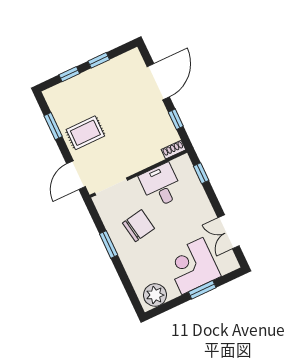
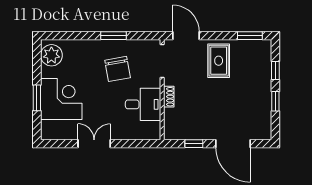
window: (53, 126) -> (250, 36), moved
shoe rack: (173, 150) -> (169, 97), moved
window: (201, 173) -> (137, 144), removed
double door: (228, 232) -> (94, 144), moved

